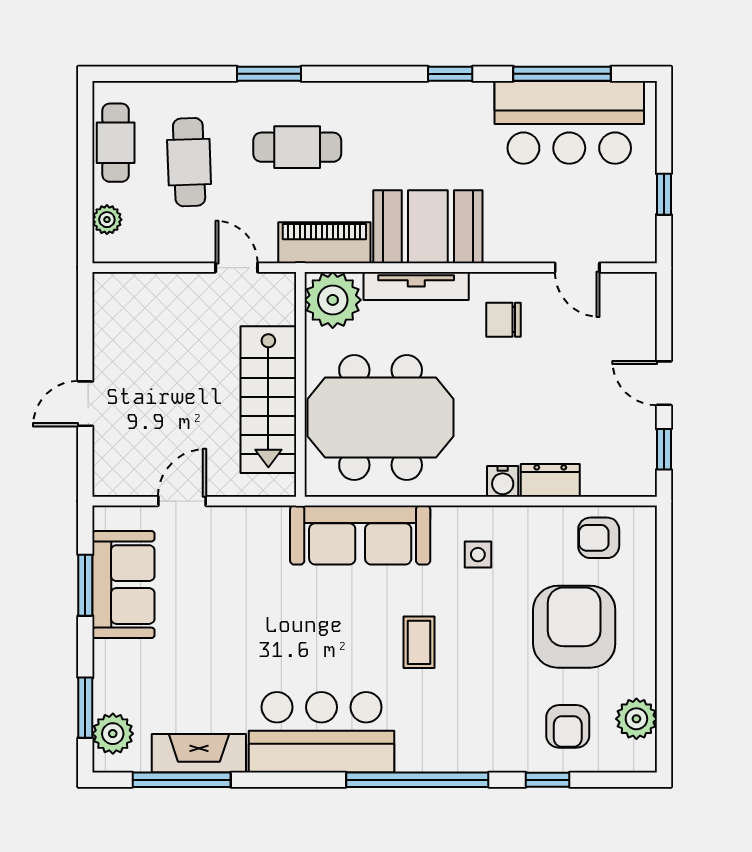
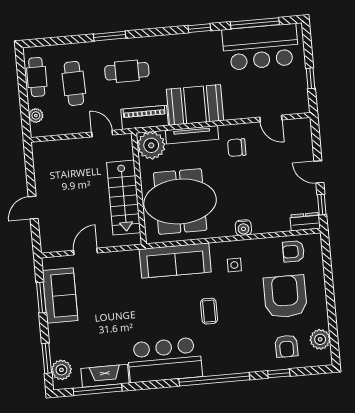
dresser: (550, 480) -> (305, 222), moved

